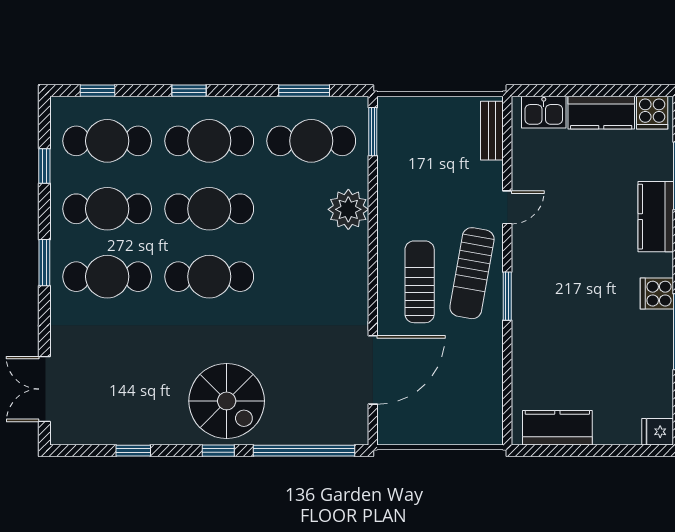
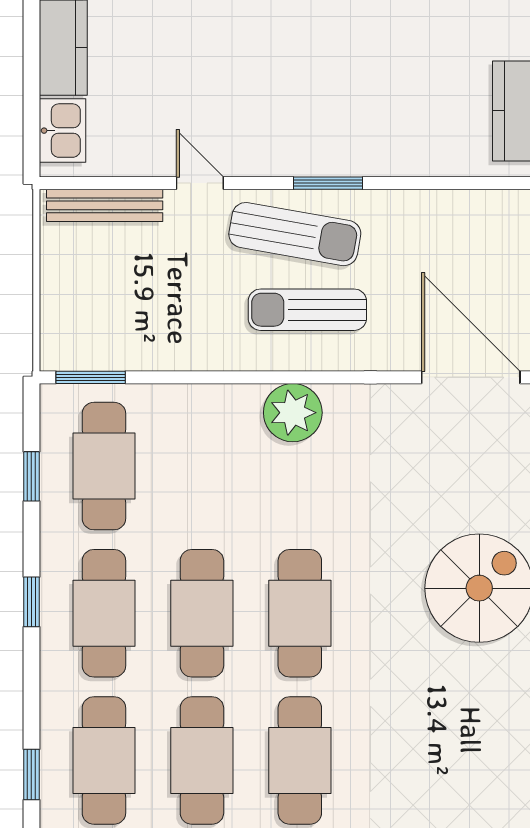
window: (189, 91) -> (31, 602), moved
window: (304, 91) -> (31, 476), width x0.67
bench: (492, 131) -> (105, 205), width x1.36
plant: (348, 209) -> (293, 413), moved
door: (373, 370) -> (471, 377), moved

